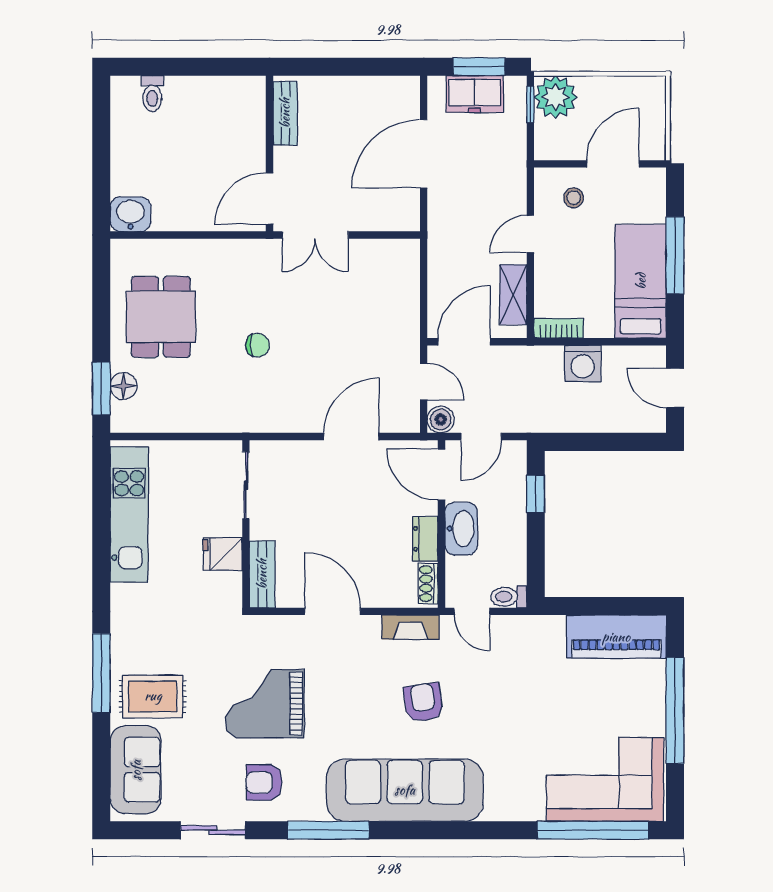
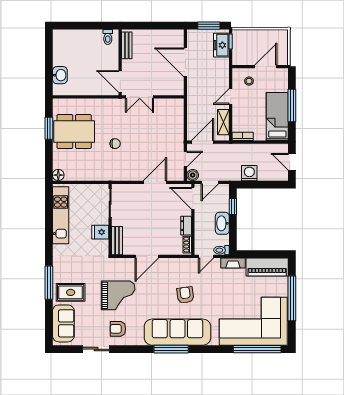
toilet: (152, 94) -> (108, 37), moved
freezer: (475, 94) -> (221, 45), moved, turned 90
plant: (556, 97) -> (241, 38), removed
door: (424, 154) -> (185, 62), hinge flipped
door: (270, 198) -> (120, 81), hinge flipped
washbasin: (131, 214) -> (60, 75), moved, turned 90
dining table: (161, 317) -> (74, 132), width x1.37
washing machine: (583, 363) -> (249, 173), moved, turned 180
door: (424, 382) -> (185, 159), hinge flipped
floor lamp: (124, 386) -> (58, 175), moved
window: (101, 389) -> (49, 128), moved
washbasin: (461, 529) -> (222, 223), moved, turned 180
door: (332, 611) -> (147, 256), swing flipped
door: (472, 611) -> (206, 256), hinge flipped
fireplace: (410, 627) -> (233, 263), moved
grand piano: (265, 704) -> (118, 295), turned 180
corner sofa: (605, 779) -> (253, 321), width x1.36, depth x1.36
window: (328, 830) -> (171, 349), moved

